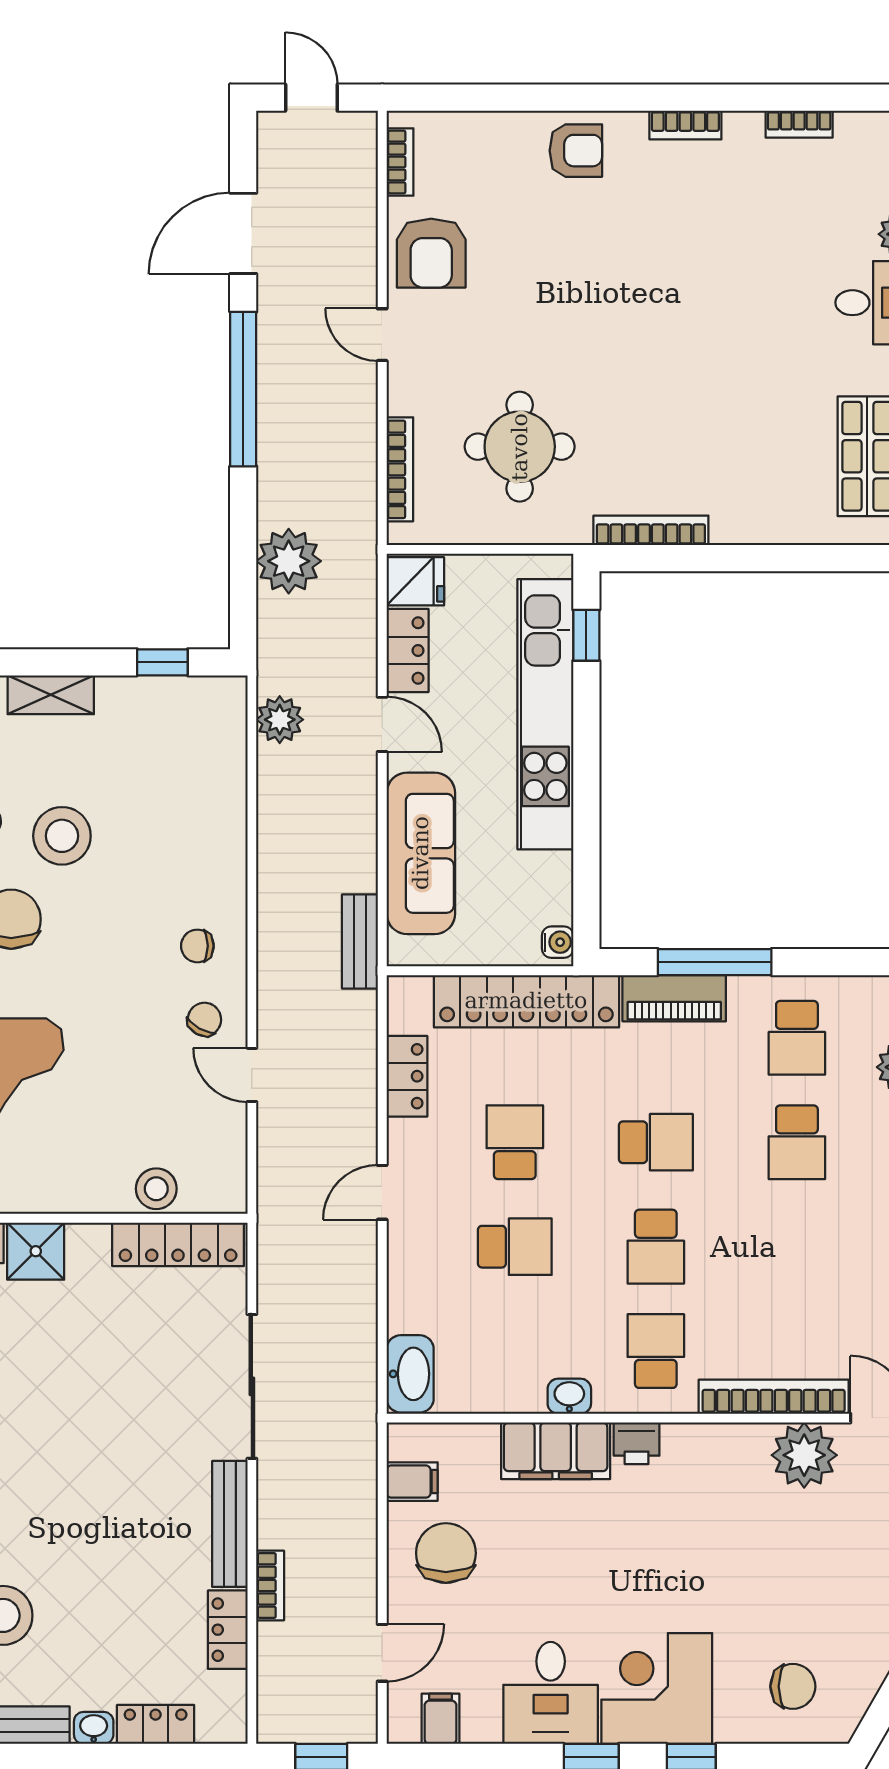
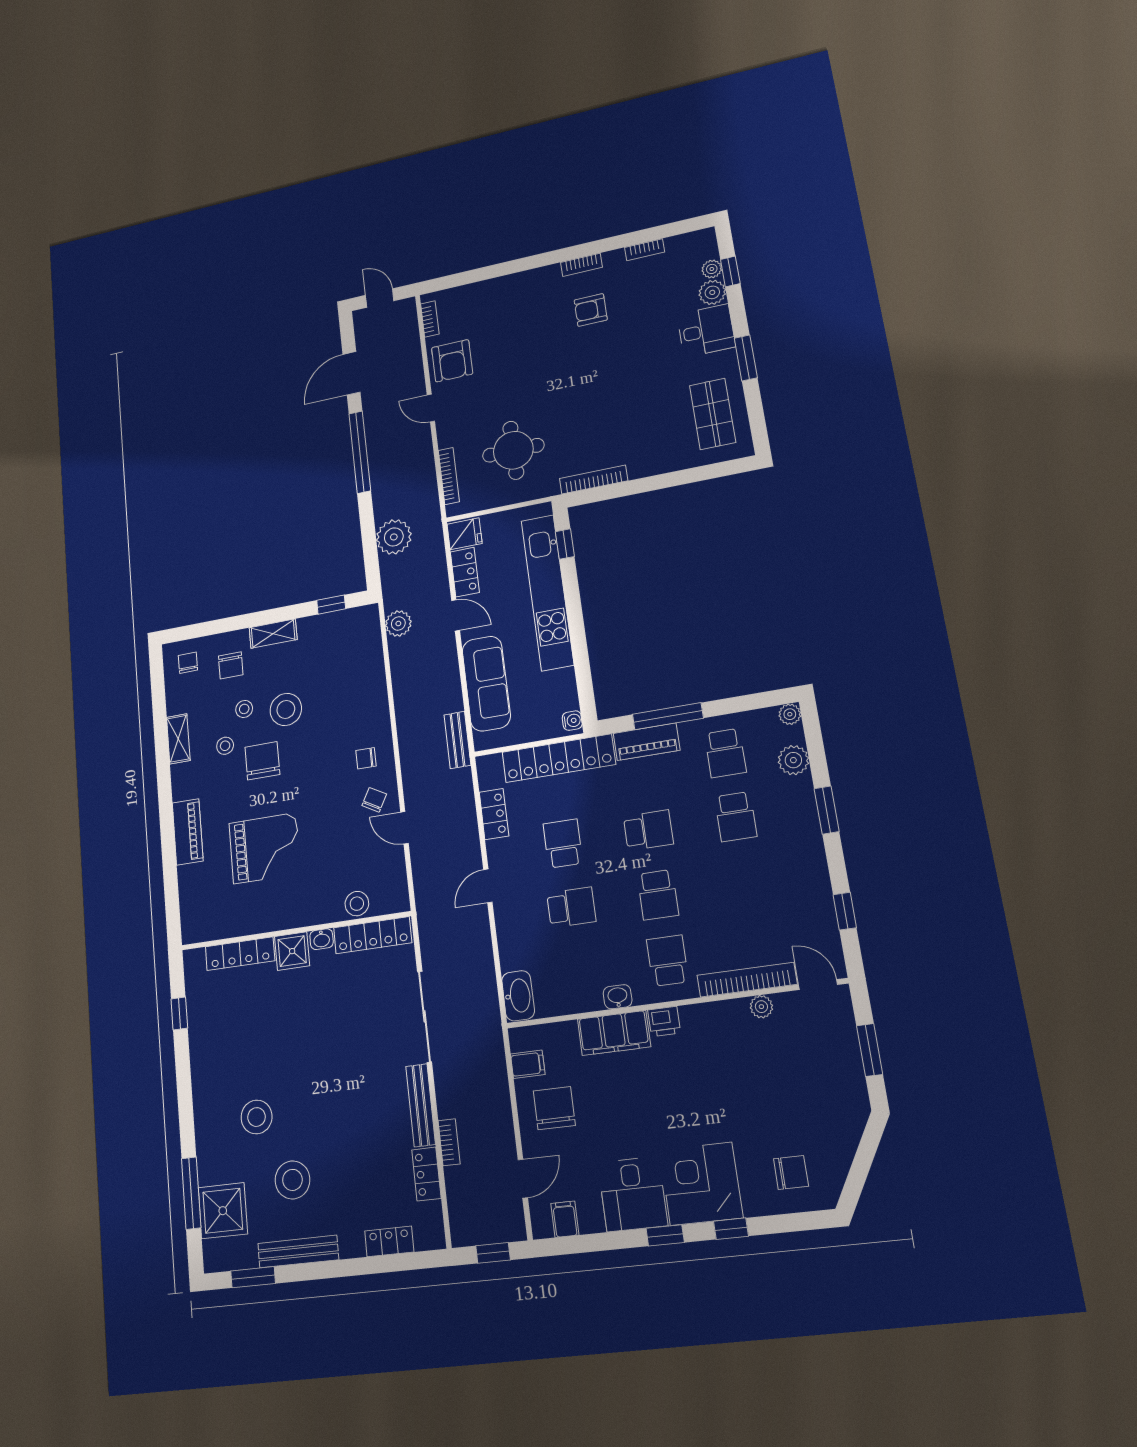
armchair: (576, 151) -> (591, 310), moved, turned 180
plant: (804, 1455) -> (761, 1007), width x0.53, depth x0.53
washbasin: (94, 1728) -> (322, 939), moved, turned 180

